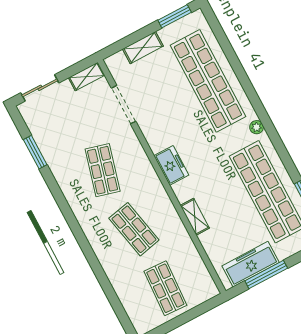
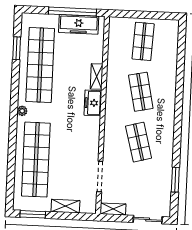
freezer: (171, 165) -> (93, 103), moved
shop shelf: (103, 170) -> (139, 142), turned -30
window: (266, 275) -> (72, 12), width x1.46

